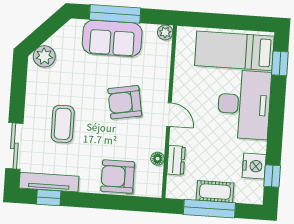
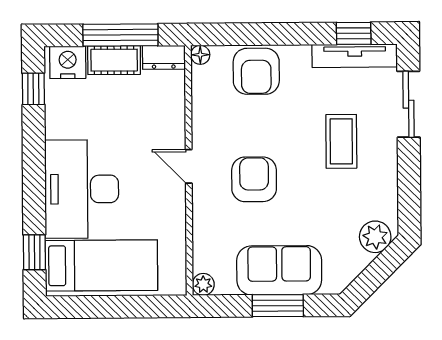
window: (115, 14) -> (278, 306), width x0.69
armchair: (125, 102) -> (254, 179), turned -80
floor lamp: (158, 159) -> (200, 55), moved
dresser: (176, 160) -> (164, 57), moved, turned -90
nightstand: (254, 166) -> (68, 62), moved, turned 90
armchair: (118, 177) -> (256, 71), turned 90

